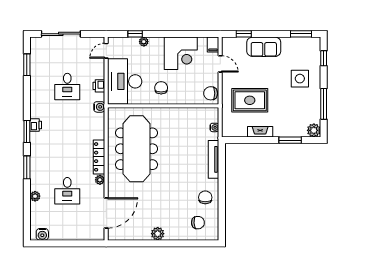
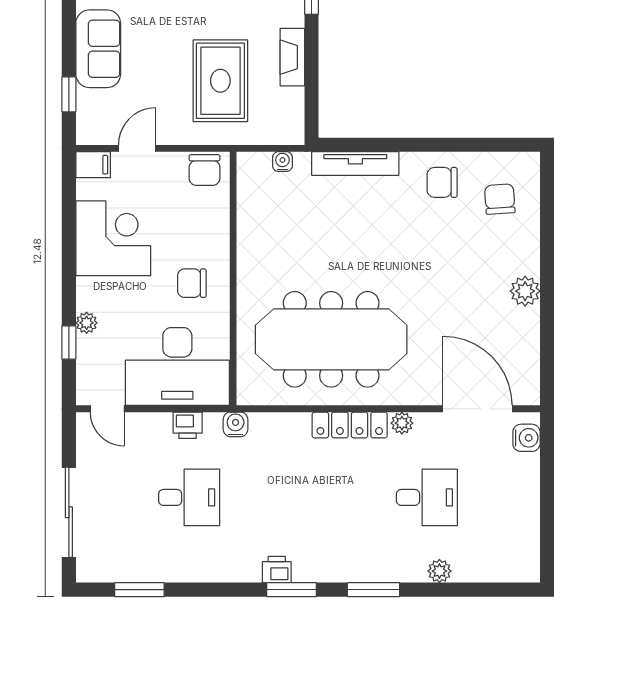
water cooler: (42, 234) -> (526, 438), moved

